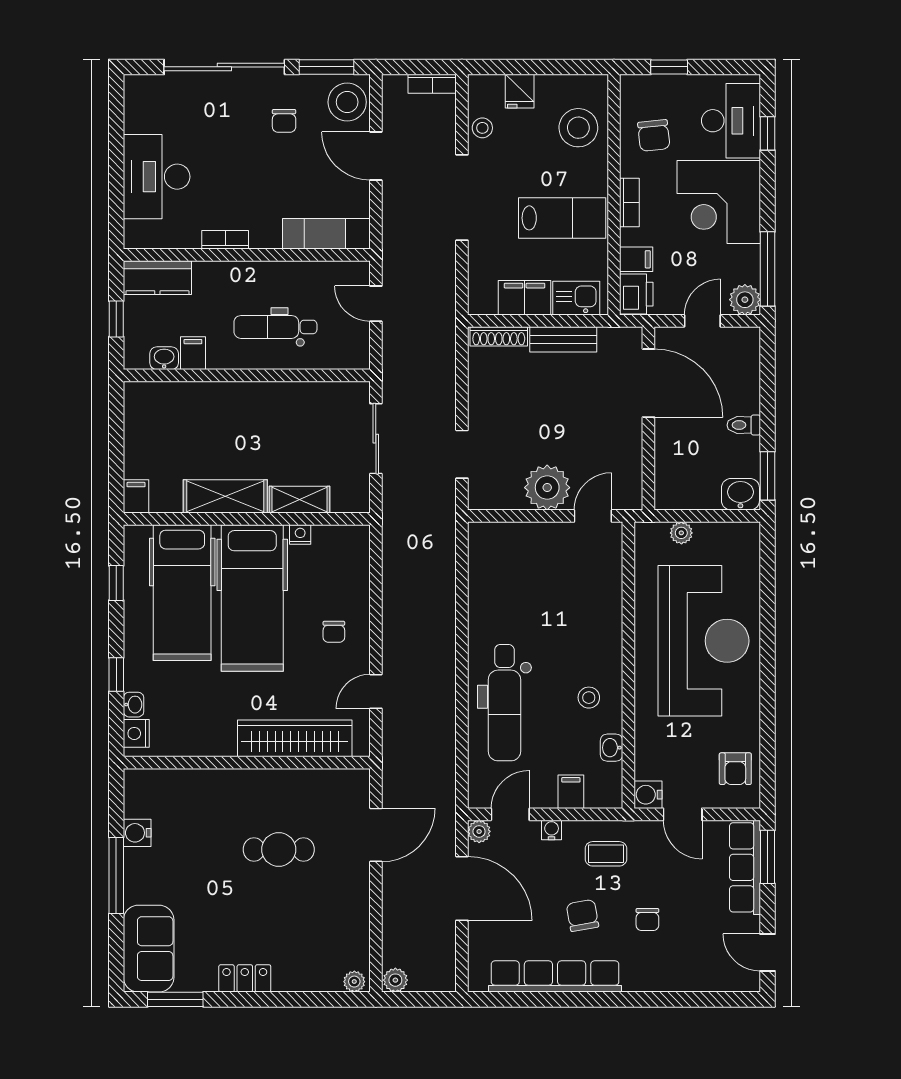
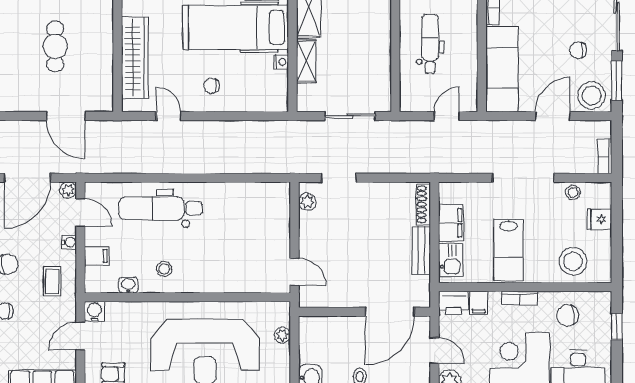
exam couch: (326, 234) -> (502, 69), width x1.36, depth x1.45
plant: (547, 488) -> (307, 202), moved, width x0.53, depth x0.53

